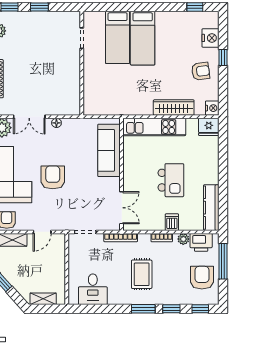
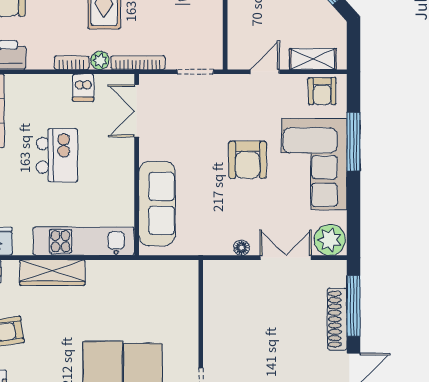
kitchen island: (171, 180) -> (57, 155), turned 180
dishwasher: (172, 222) -> (83, 88), moved
plant: (183, 239) -> (100, 60), moved

